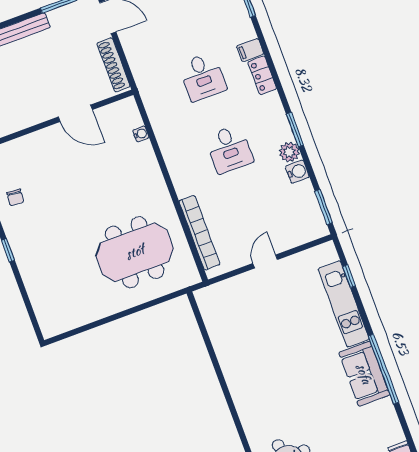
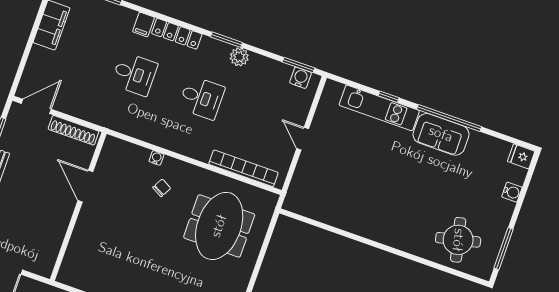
locker: (262, 75) -> (177, 34), width x1.53
door: (75, 113) -> (85, 186), swing flipped
water cooler: (141, 134) -> (156, 158), moved
water cooler: (297, 172) -> (301, 78), moved
chair: (15, 197) -> (162, 188), moved, turned -66
window: (349, 276) -> (389, 97), moved

